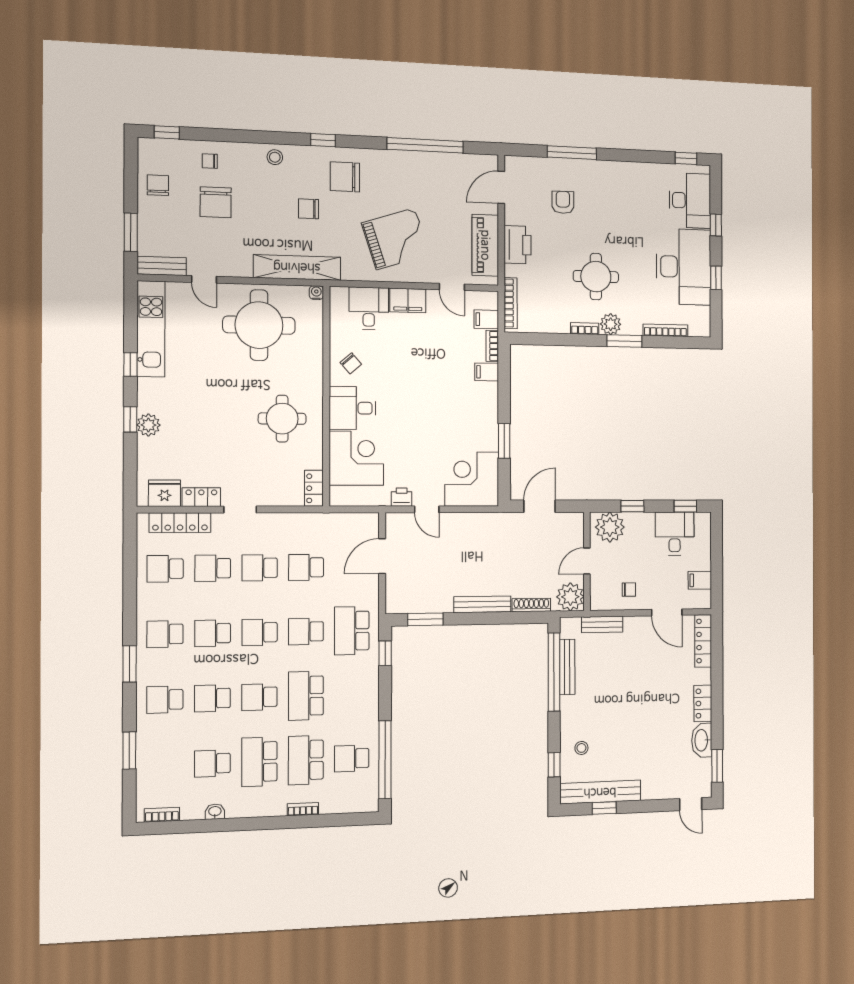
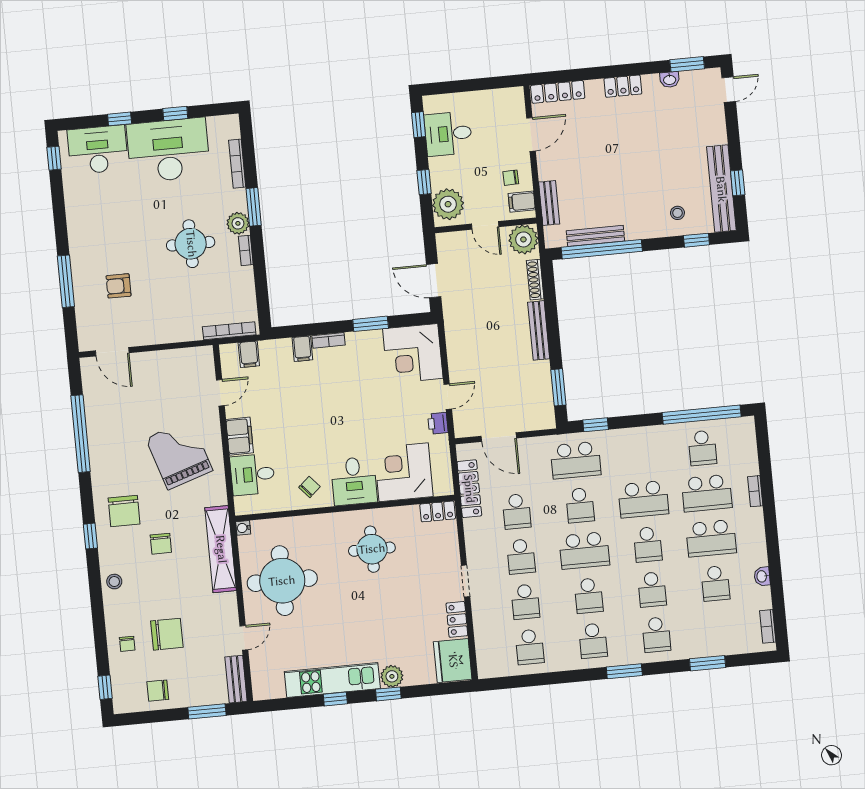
piano: (485, 245) -> (174, 362), removed
printer: (518, 245) -> (169, 329), removed
kitchen unit: (151, 329) -> (332, 680), moved
bookcase: (492, 346) -> (328, 340), moved
fridge: (165, 493) -> (453, 661), width x1.36, depth x1.34
locker: (180, 523) -> (469, 489), moved
filing cabinet: (700, 580) -> (522, 202), moved, turned 90
chair: (629, 590) -> (511, 178), turned -92
school desk: (260, 632) -> (584, 550), width x1.85
washbasin: (702, 740) -> (670, 80), width x0.52, depth x0.69

